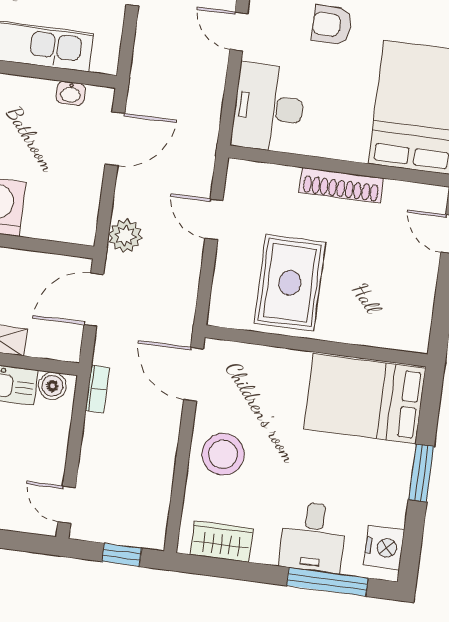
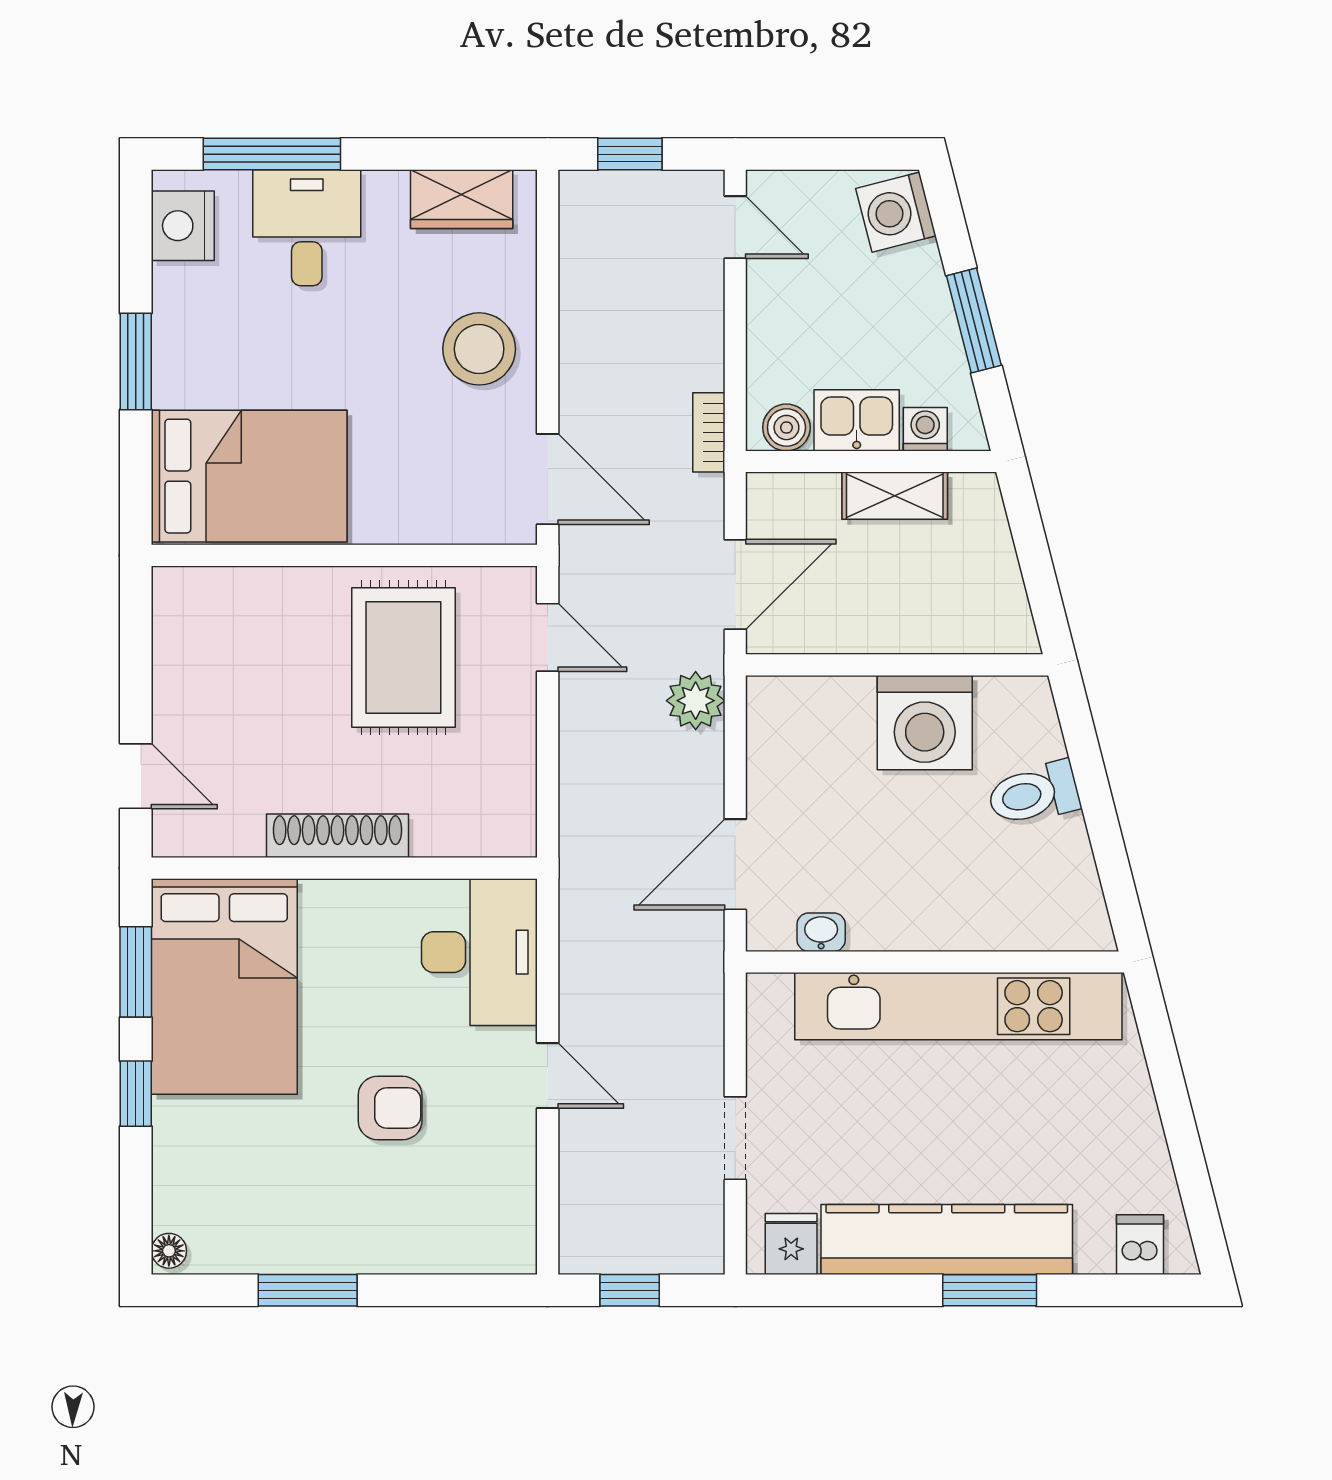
door: (214, 219) -> (548, 637), moved

